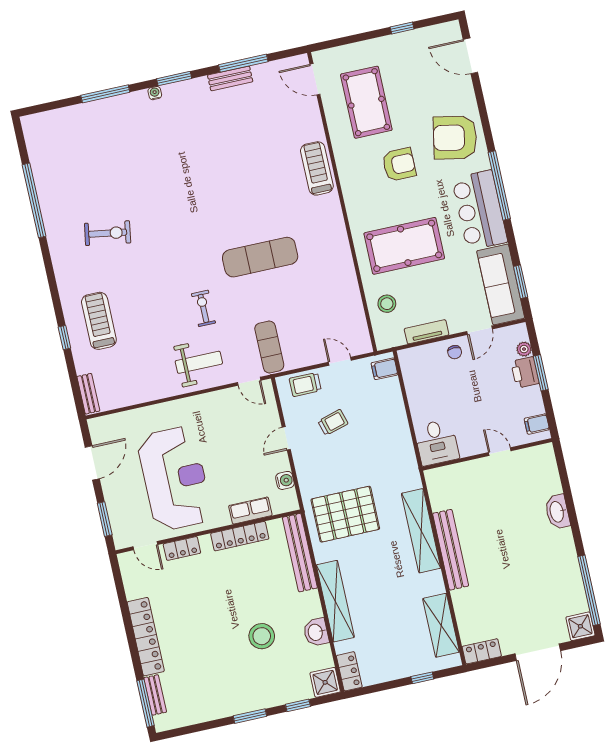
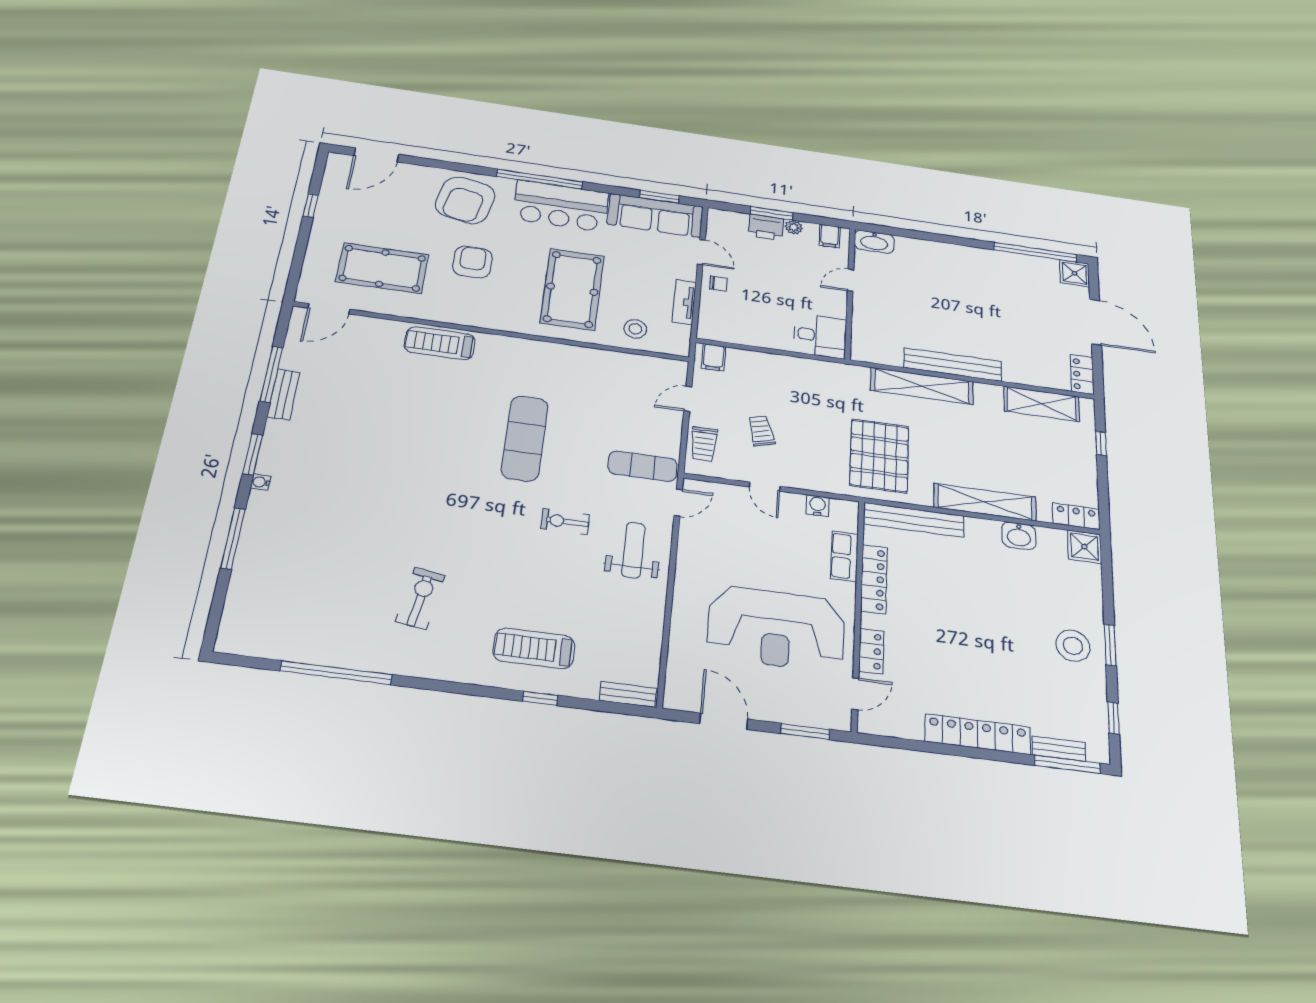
plant: (524, 349) -> (794, 227), moved
reception desk: (175, 478) -> (776, 629), turned 180
washbasin: (557, 512) -> (874, 242), moved
stool: (262, 636) -> (1073, 646), moved
window: (298, 705) -> (1113, 718), moved

